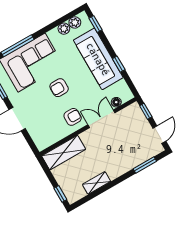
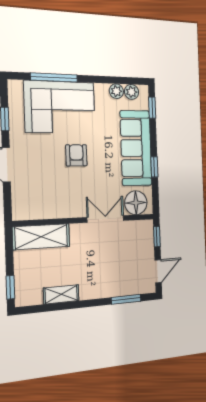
armchair: (59, 88) -> (76, 155), turned 90
floor lamp: (116, 102) -> (136, 203), width x1.89, depth x1.89
armchair: (73, 117) -> (74, 199), removed

